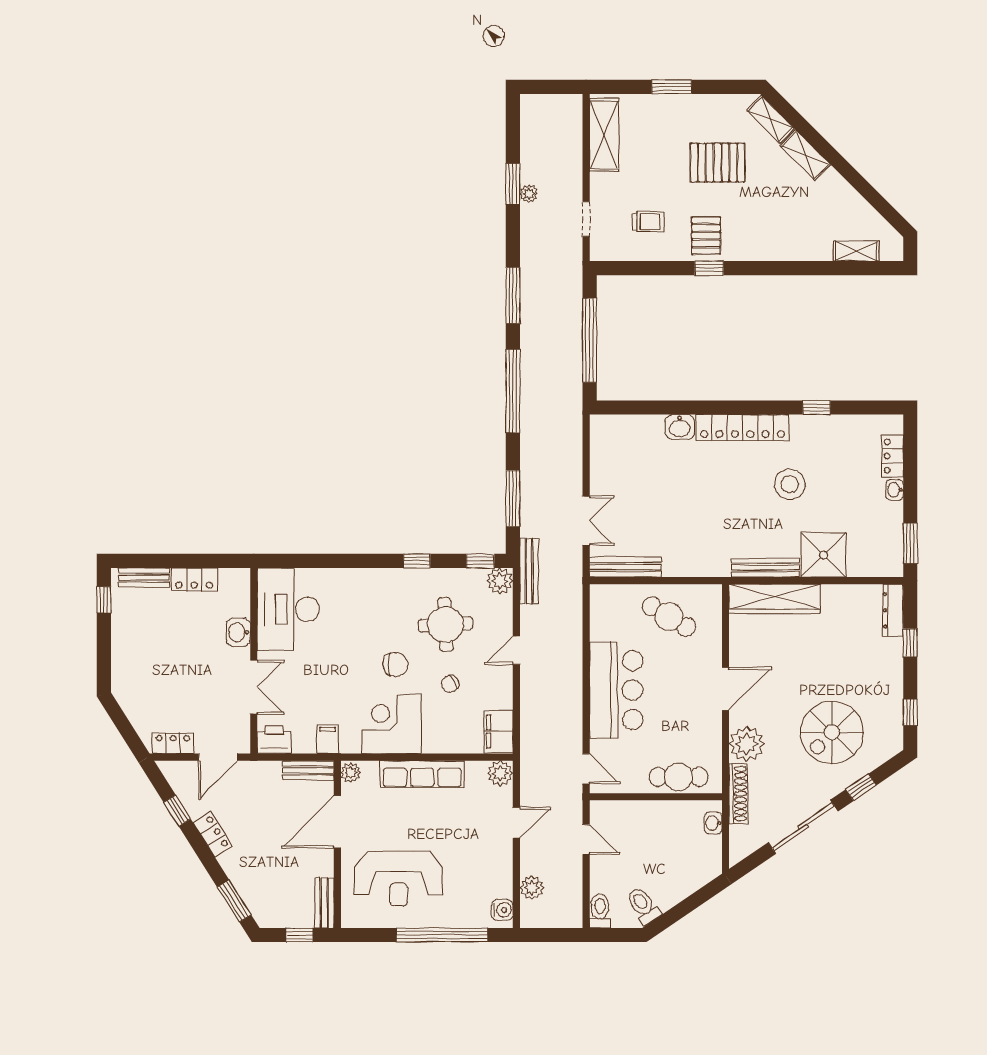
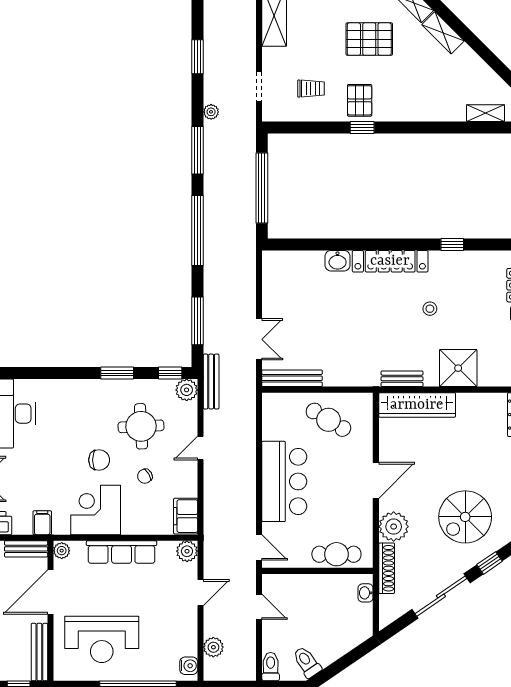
plant: (529, 194) -> (211, 112), moved
stool: (790, 484) -> (430, 309), width x0.53, depth x0.53
window: (417, 561) -> (117, 373), width x1.50
bench: (766, 568) -> (402, 379), width x0.73
bench: (324, 903) -> (39, 652), width x1.36

